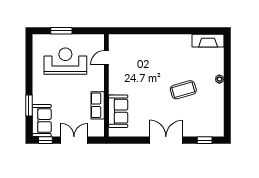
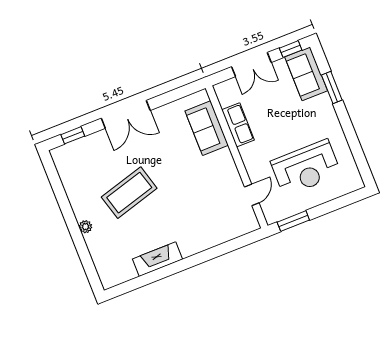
window: (61, 31) -> (293, 221), moved
fireplace: (208, 41) -> (157, 259), moved
coffee table: (183, 90) -> (129, 193), width x1.36, depth x1.32

